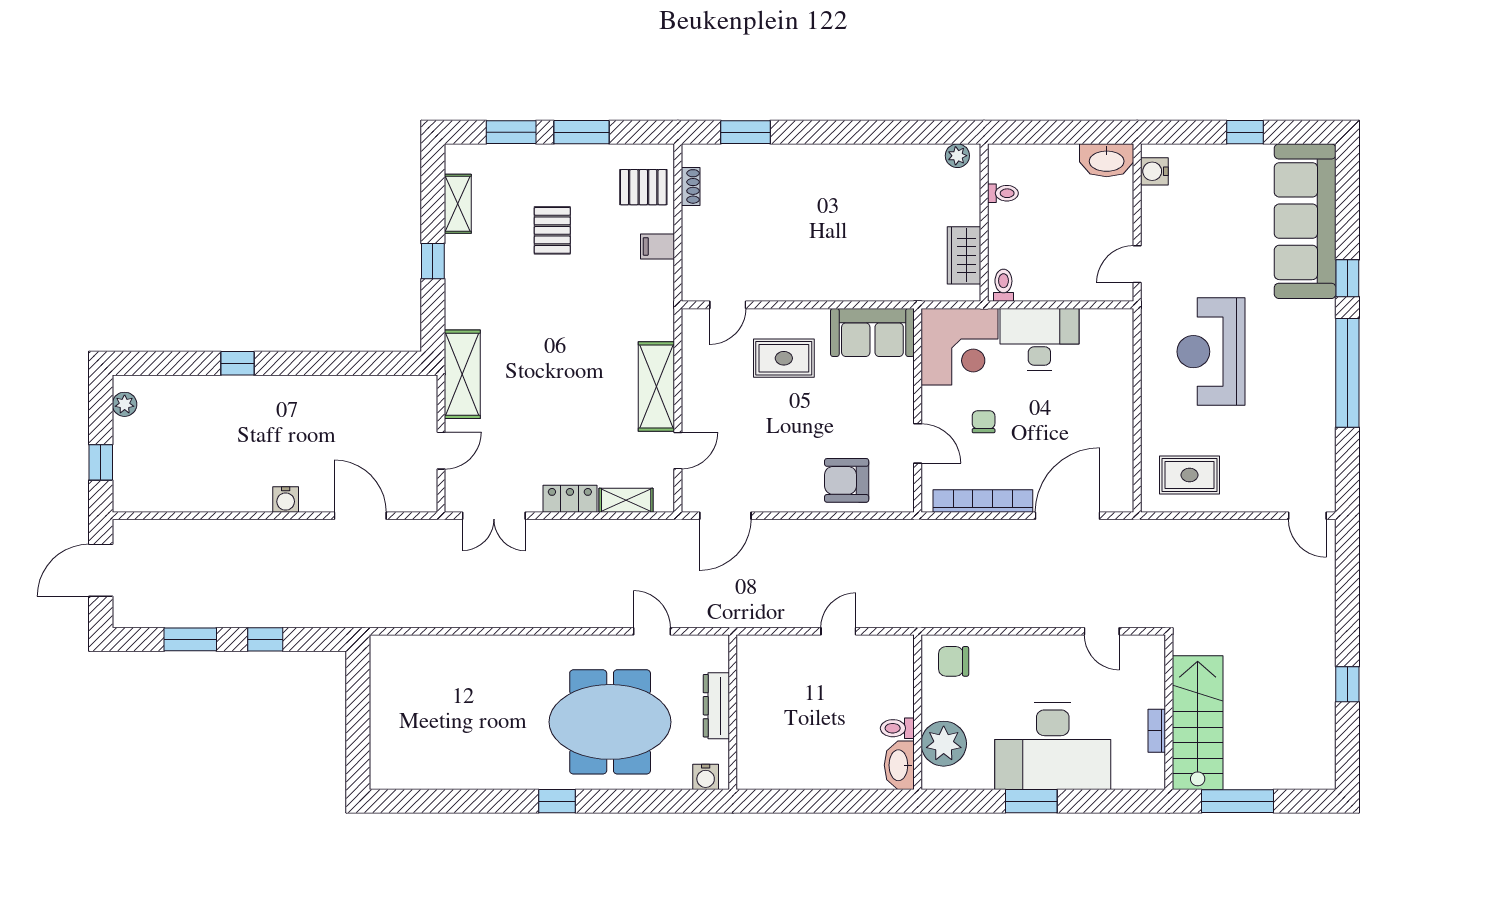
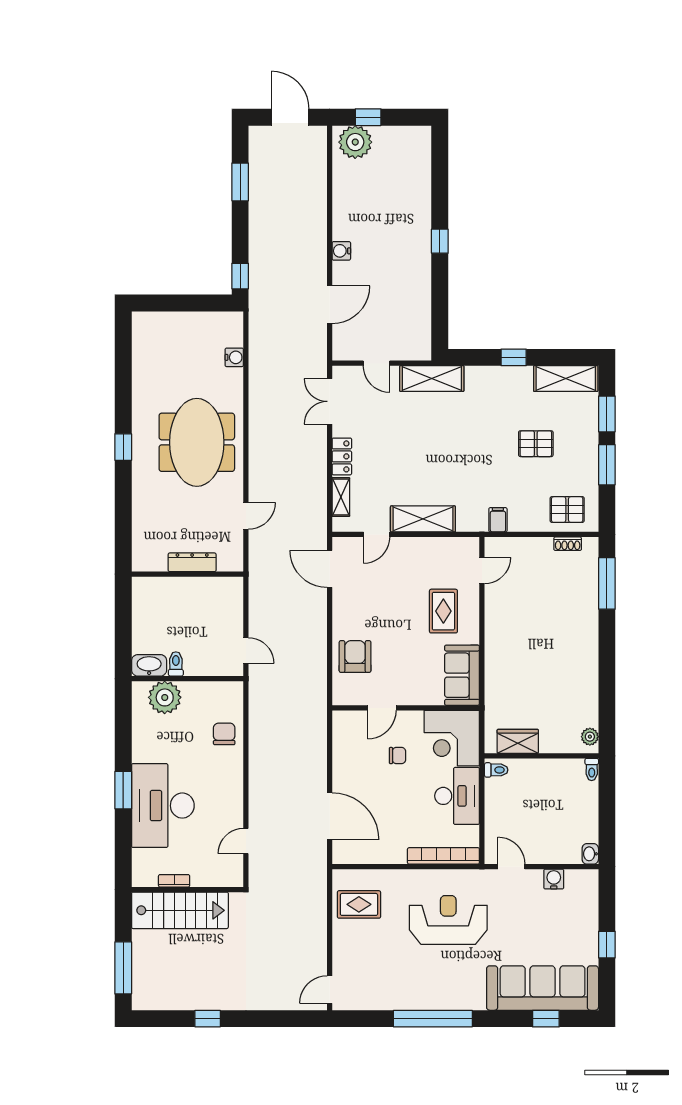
window: (746, 132) -> (607, 583), width x1.44
washbasin: (1107, 160) -> (590, 854), width x0.52, depth x0.69
water cooler: (1154, 171) -> (554, 879), moved
pallet: (643, 187) -> (567, 510), turned 90
toilet: (1003, 193) -> (592, 769), moved
shelving: (458, 204) -> (566, 379), width x1.50, depth x1.33
filing cabinet: (658, 246) -> (498, 520), moved
window: (1347, 278) -> (546, 1019), moved
door: (728, 305) -> (482, 571), swing flipped
window: (238, 363) -> (440, 241), moved
plant: (125, 404) -> (355, 142), moved, width x1.87, depth x1.87
door: (678, 451) -> (377, 534), hinge flipped
rug: (1189, 475) -> (359, 904), turned 90
bookcase: (983, 501) -> (443, 856), moved, turned -90
window: (265, 639) -> (240, 276), moved
wall: (918, 712) -> (187, 679), moved
meeting table: (610, 722) -> (197, 442), moved
toilet: (897, 728) -> (176, 664), moved
plant: (944, 744) -> (165, 697), moved
washbasin: (899, 765) -> (149, 665), moved
water cooler: (706, 777) -> (234, 357), moved, turned 180
window: (1237, 801) -> (123, 968), moved

